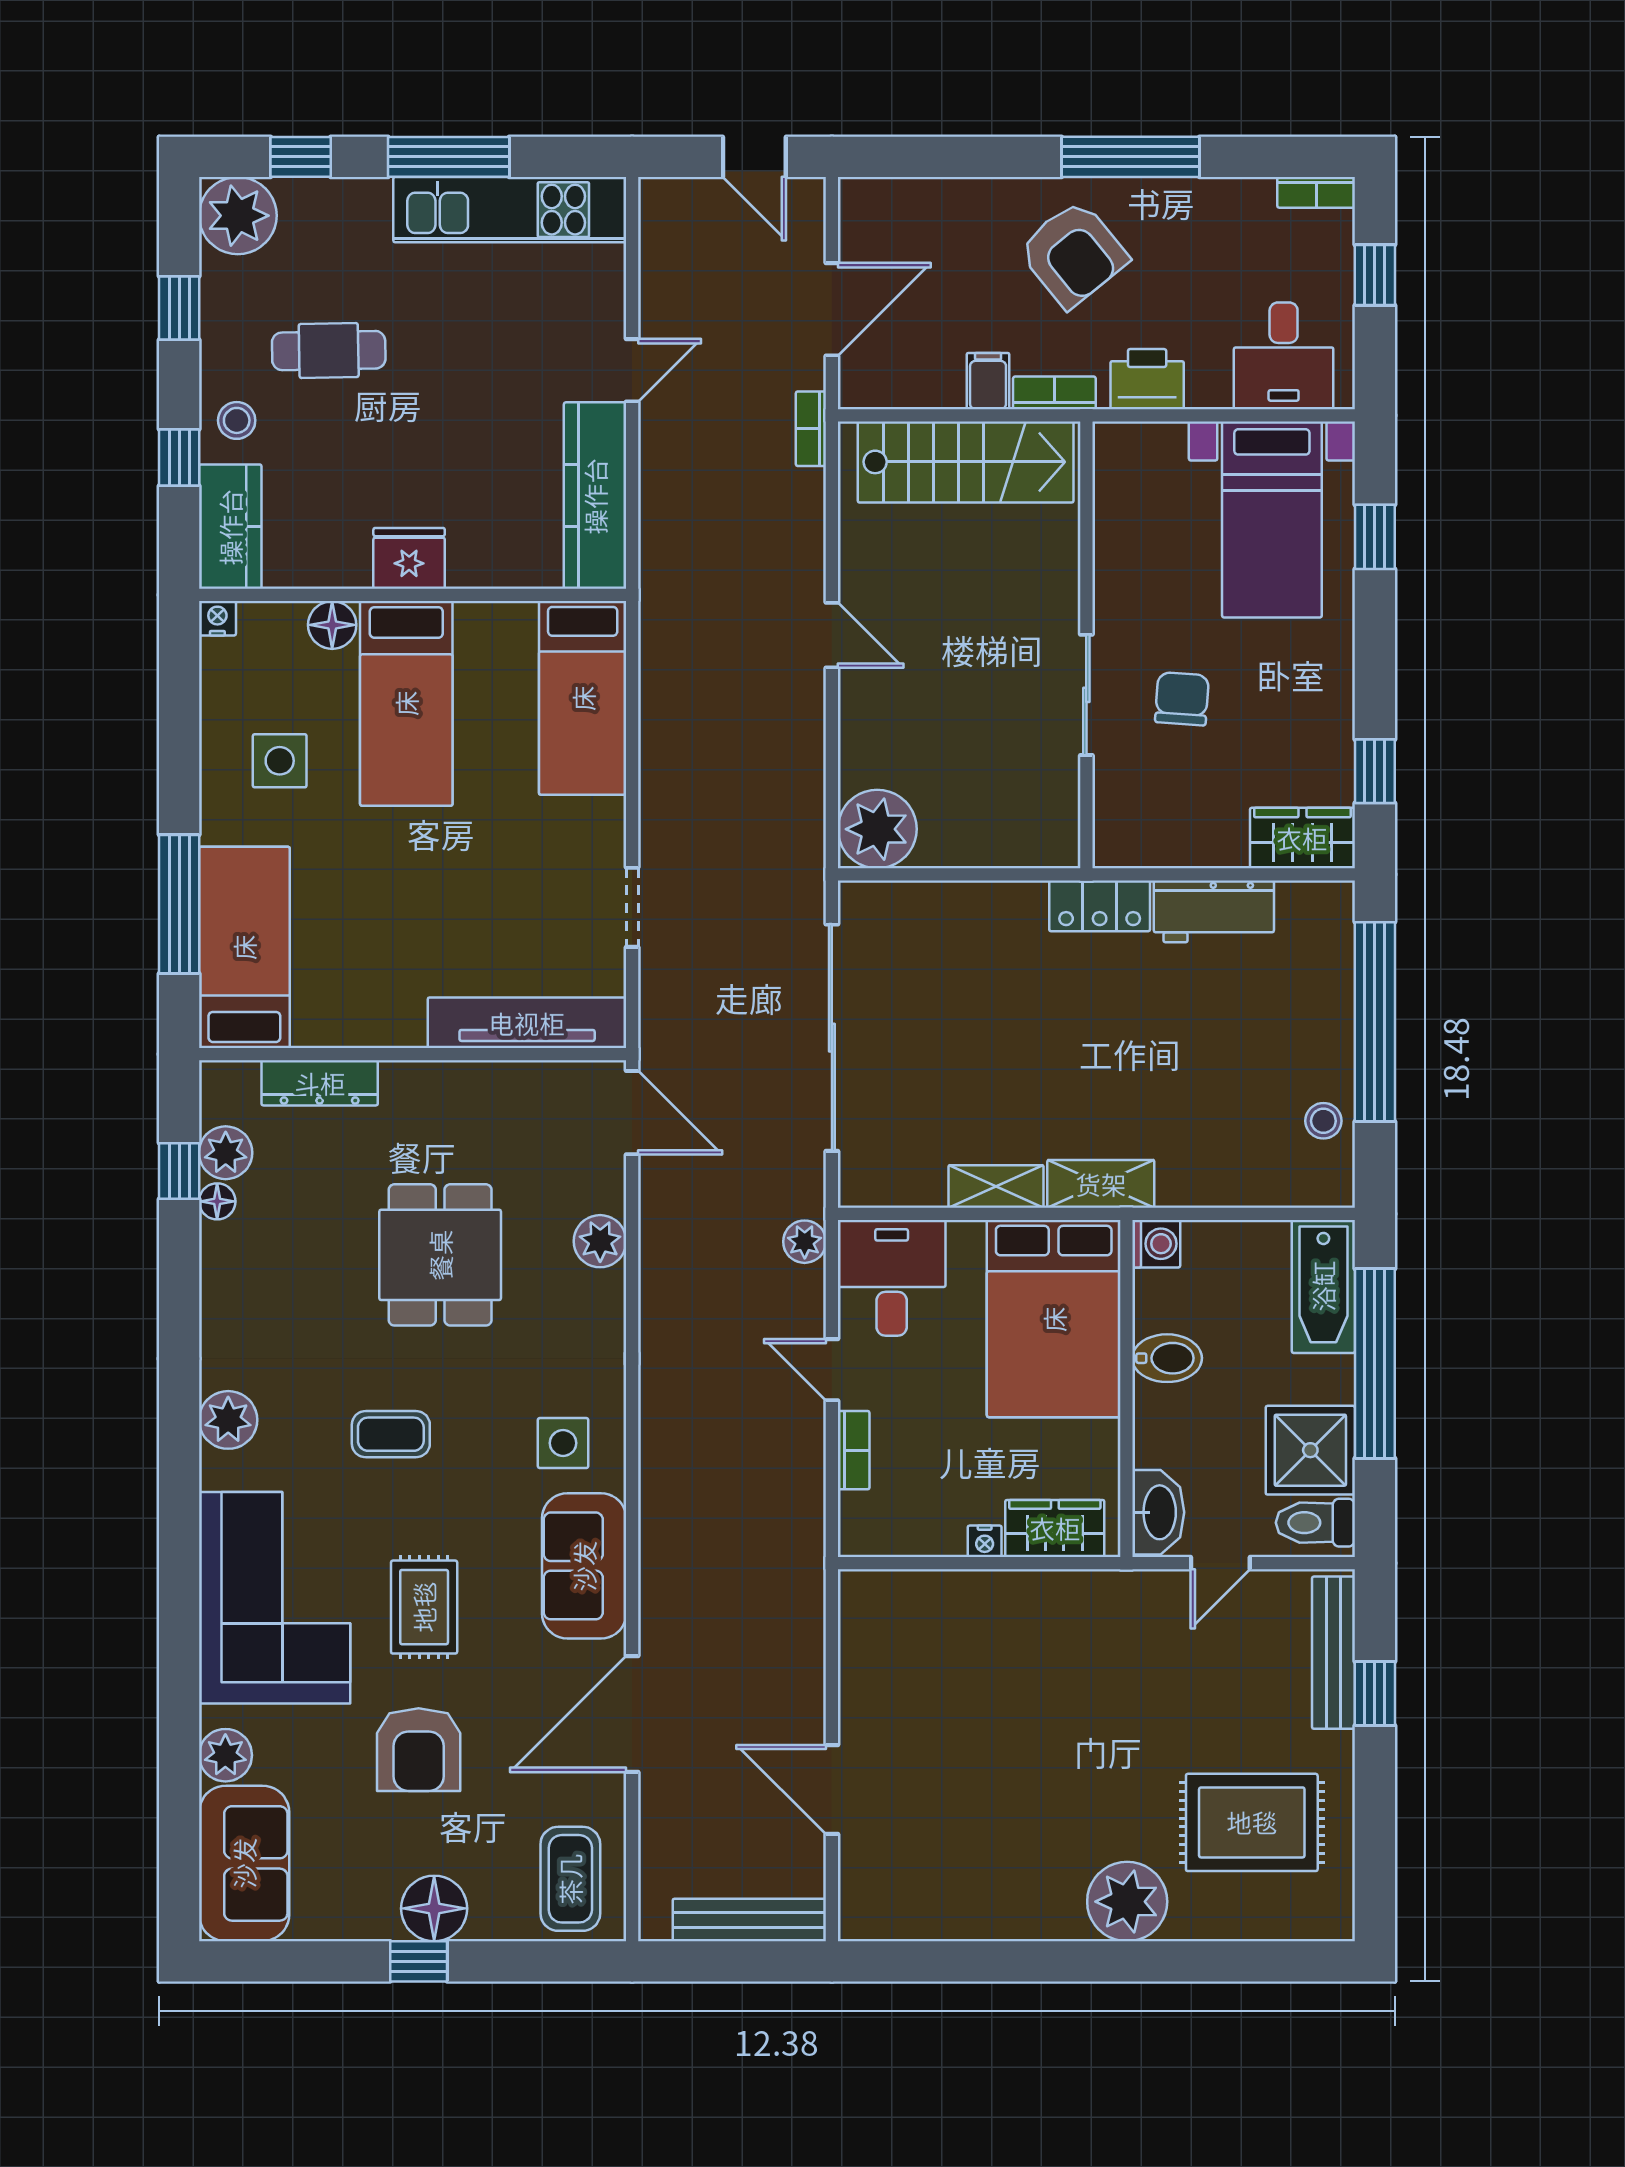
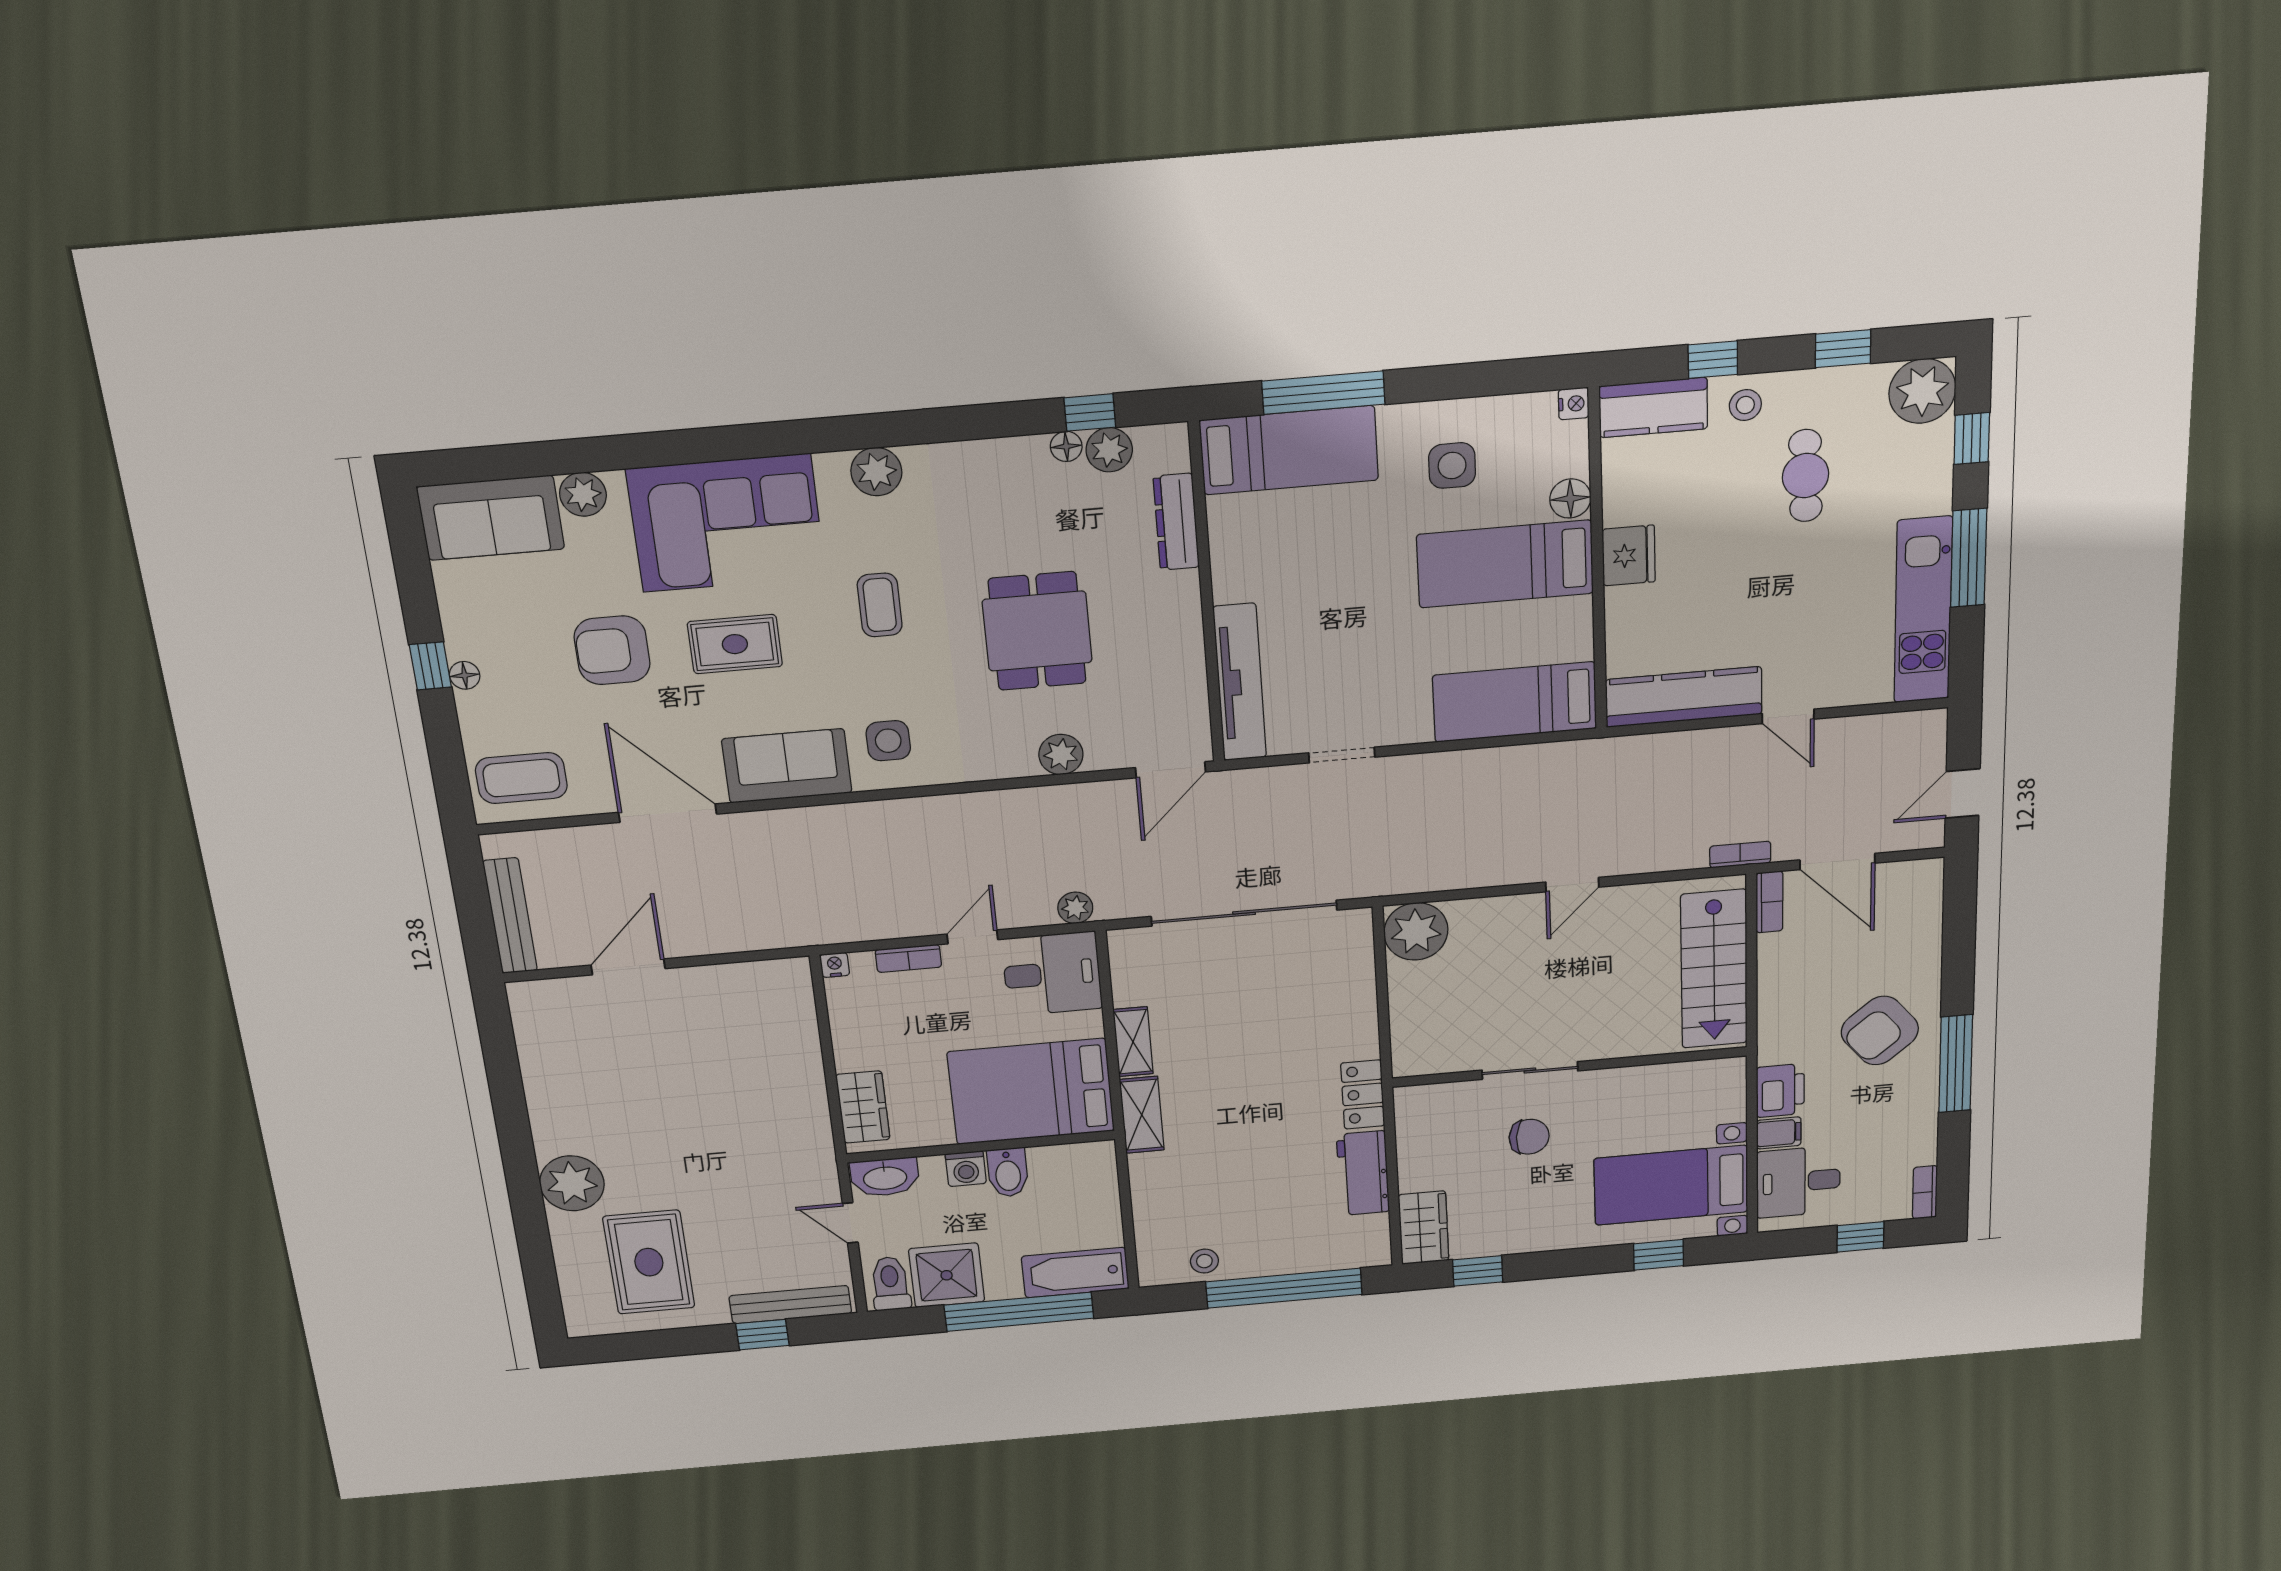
filing cabinet: (988, 381) -> (1779, 1133), moved
bookcase: (1054, 393) -> (1769, 902), moved
washing machine: (1156, 1244) -> (966, 1169), moved
dining table: (440, 1255) -> (1037, 631), turned 90
nightstand: (985, 1541) -> (835, 965), moved, turned 90
floor lamp: (434, 1908) -> (465, 675), width x0.53, depth x0.53

